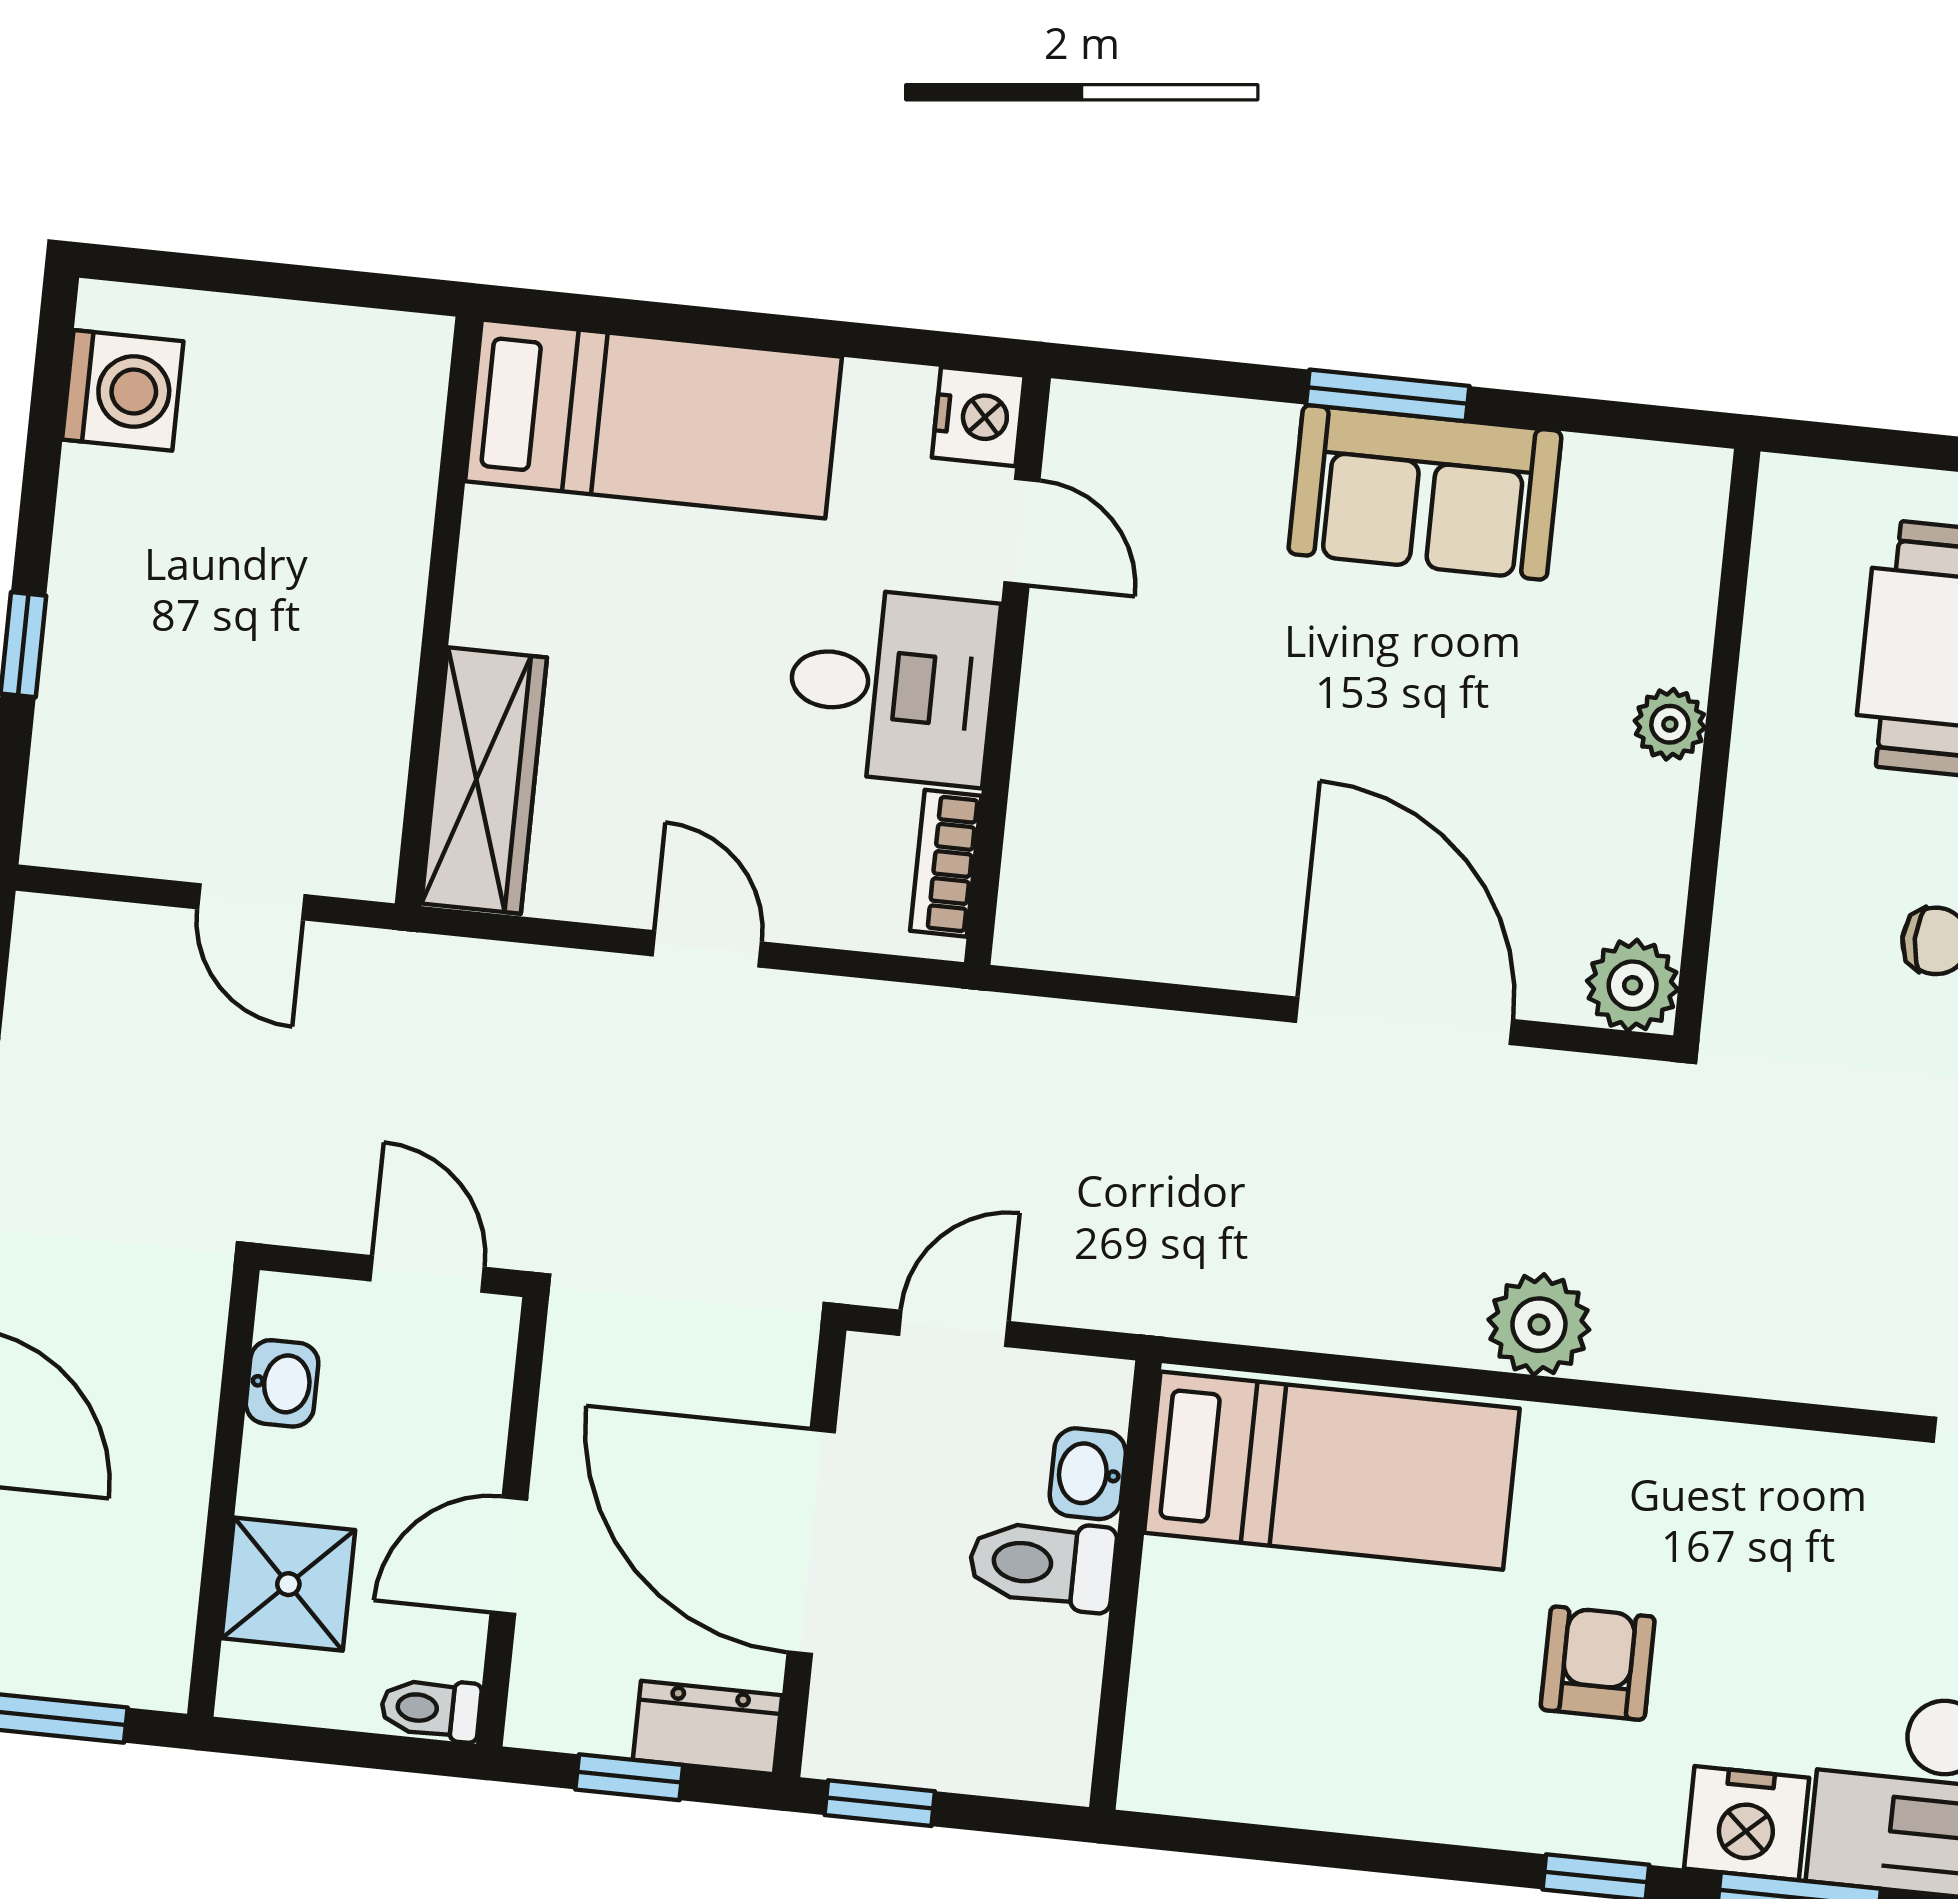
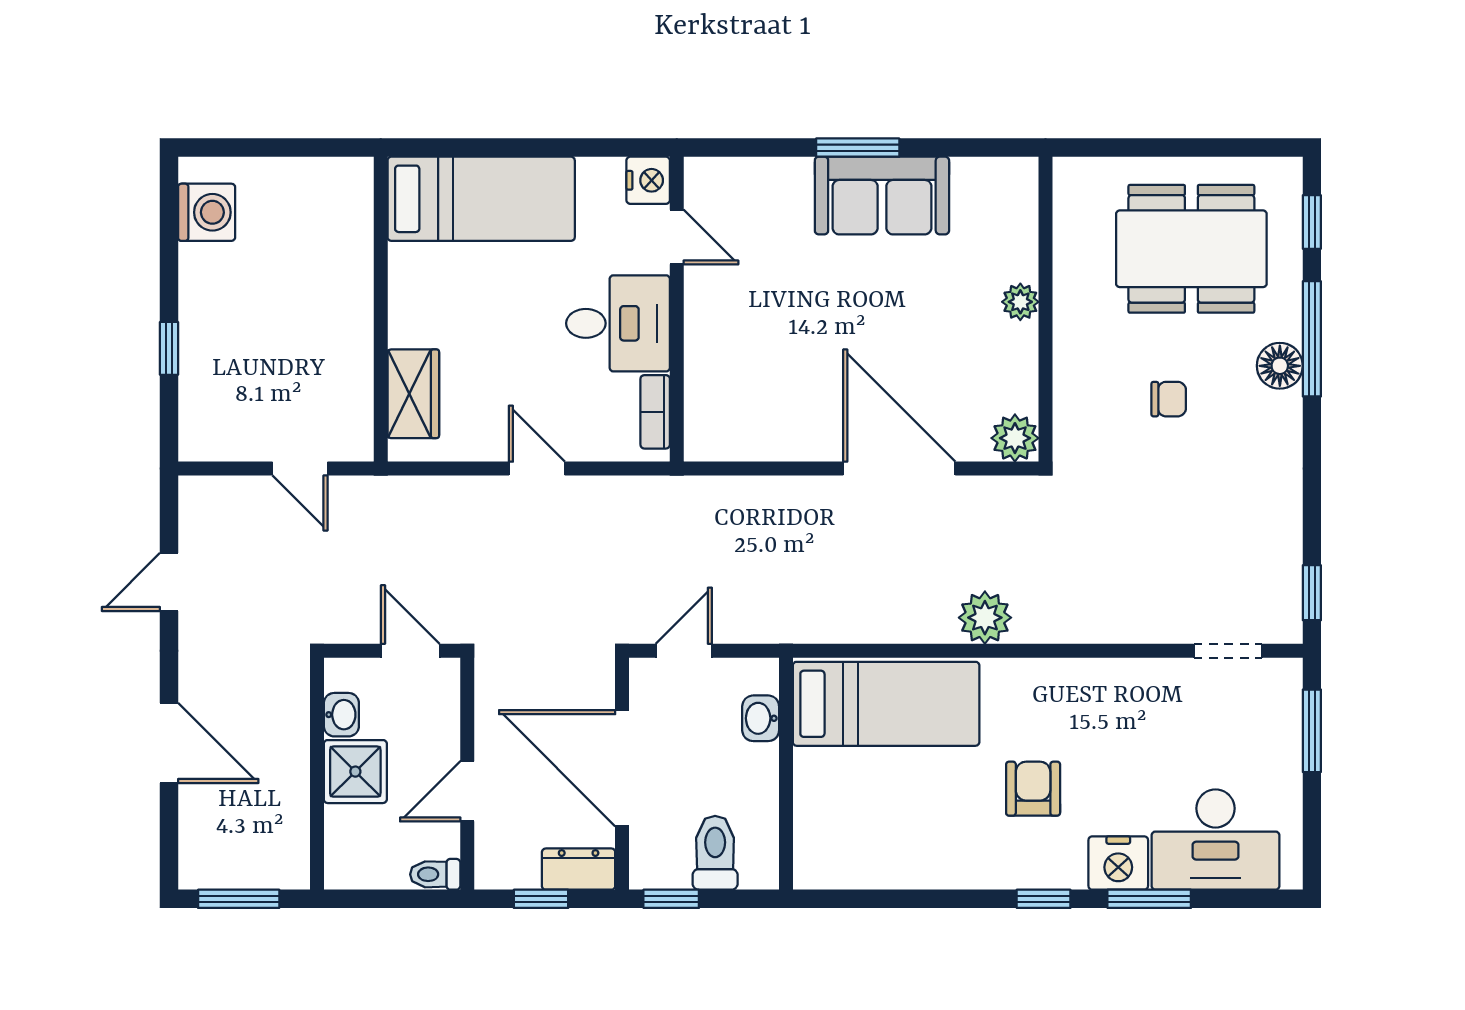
wardrobe: (484, 780) -> (413, 394), width x0.67
toilet: (1042, 1564) -> (715, 853), moved, turned 90
shower: (288, 1584) -> (355, 772), moved

